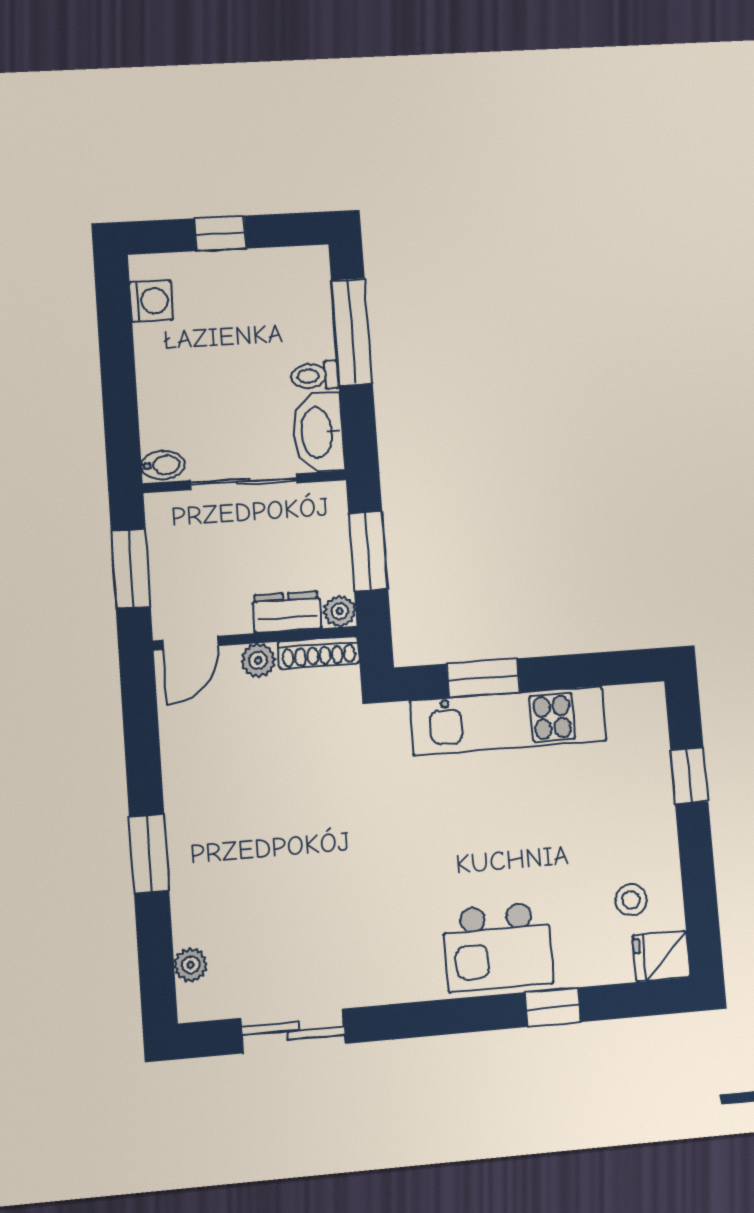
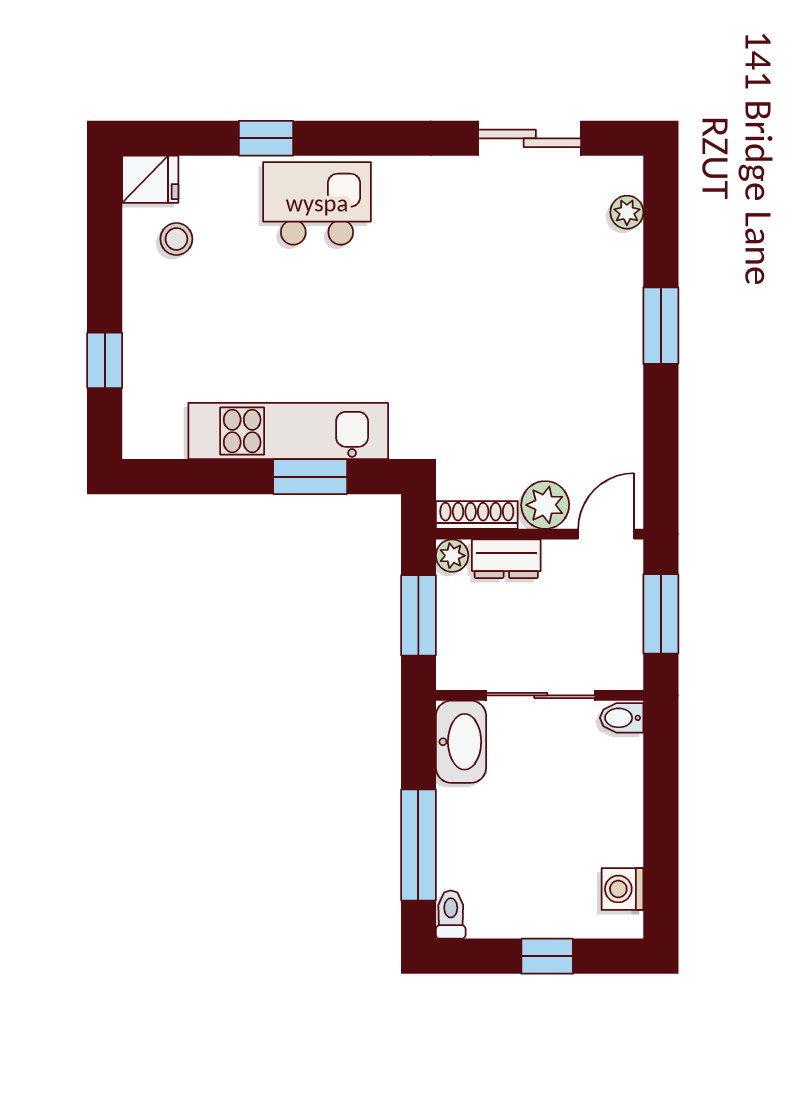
toilet: (315, 376) -> (451, 915), moved, turned -90
plant: (258, 660) -> (545, 505), width x1.38, depth x1.38

